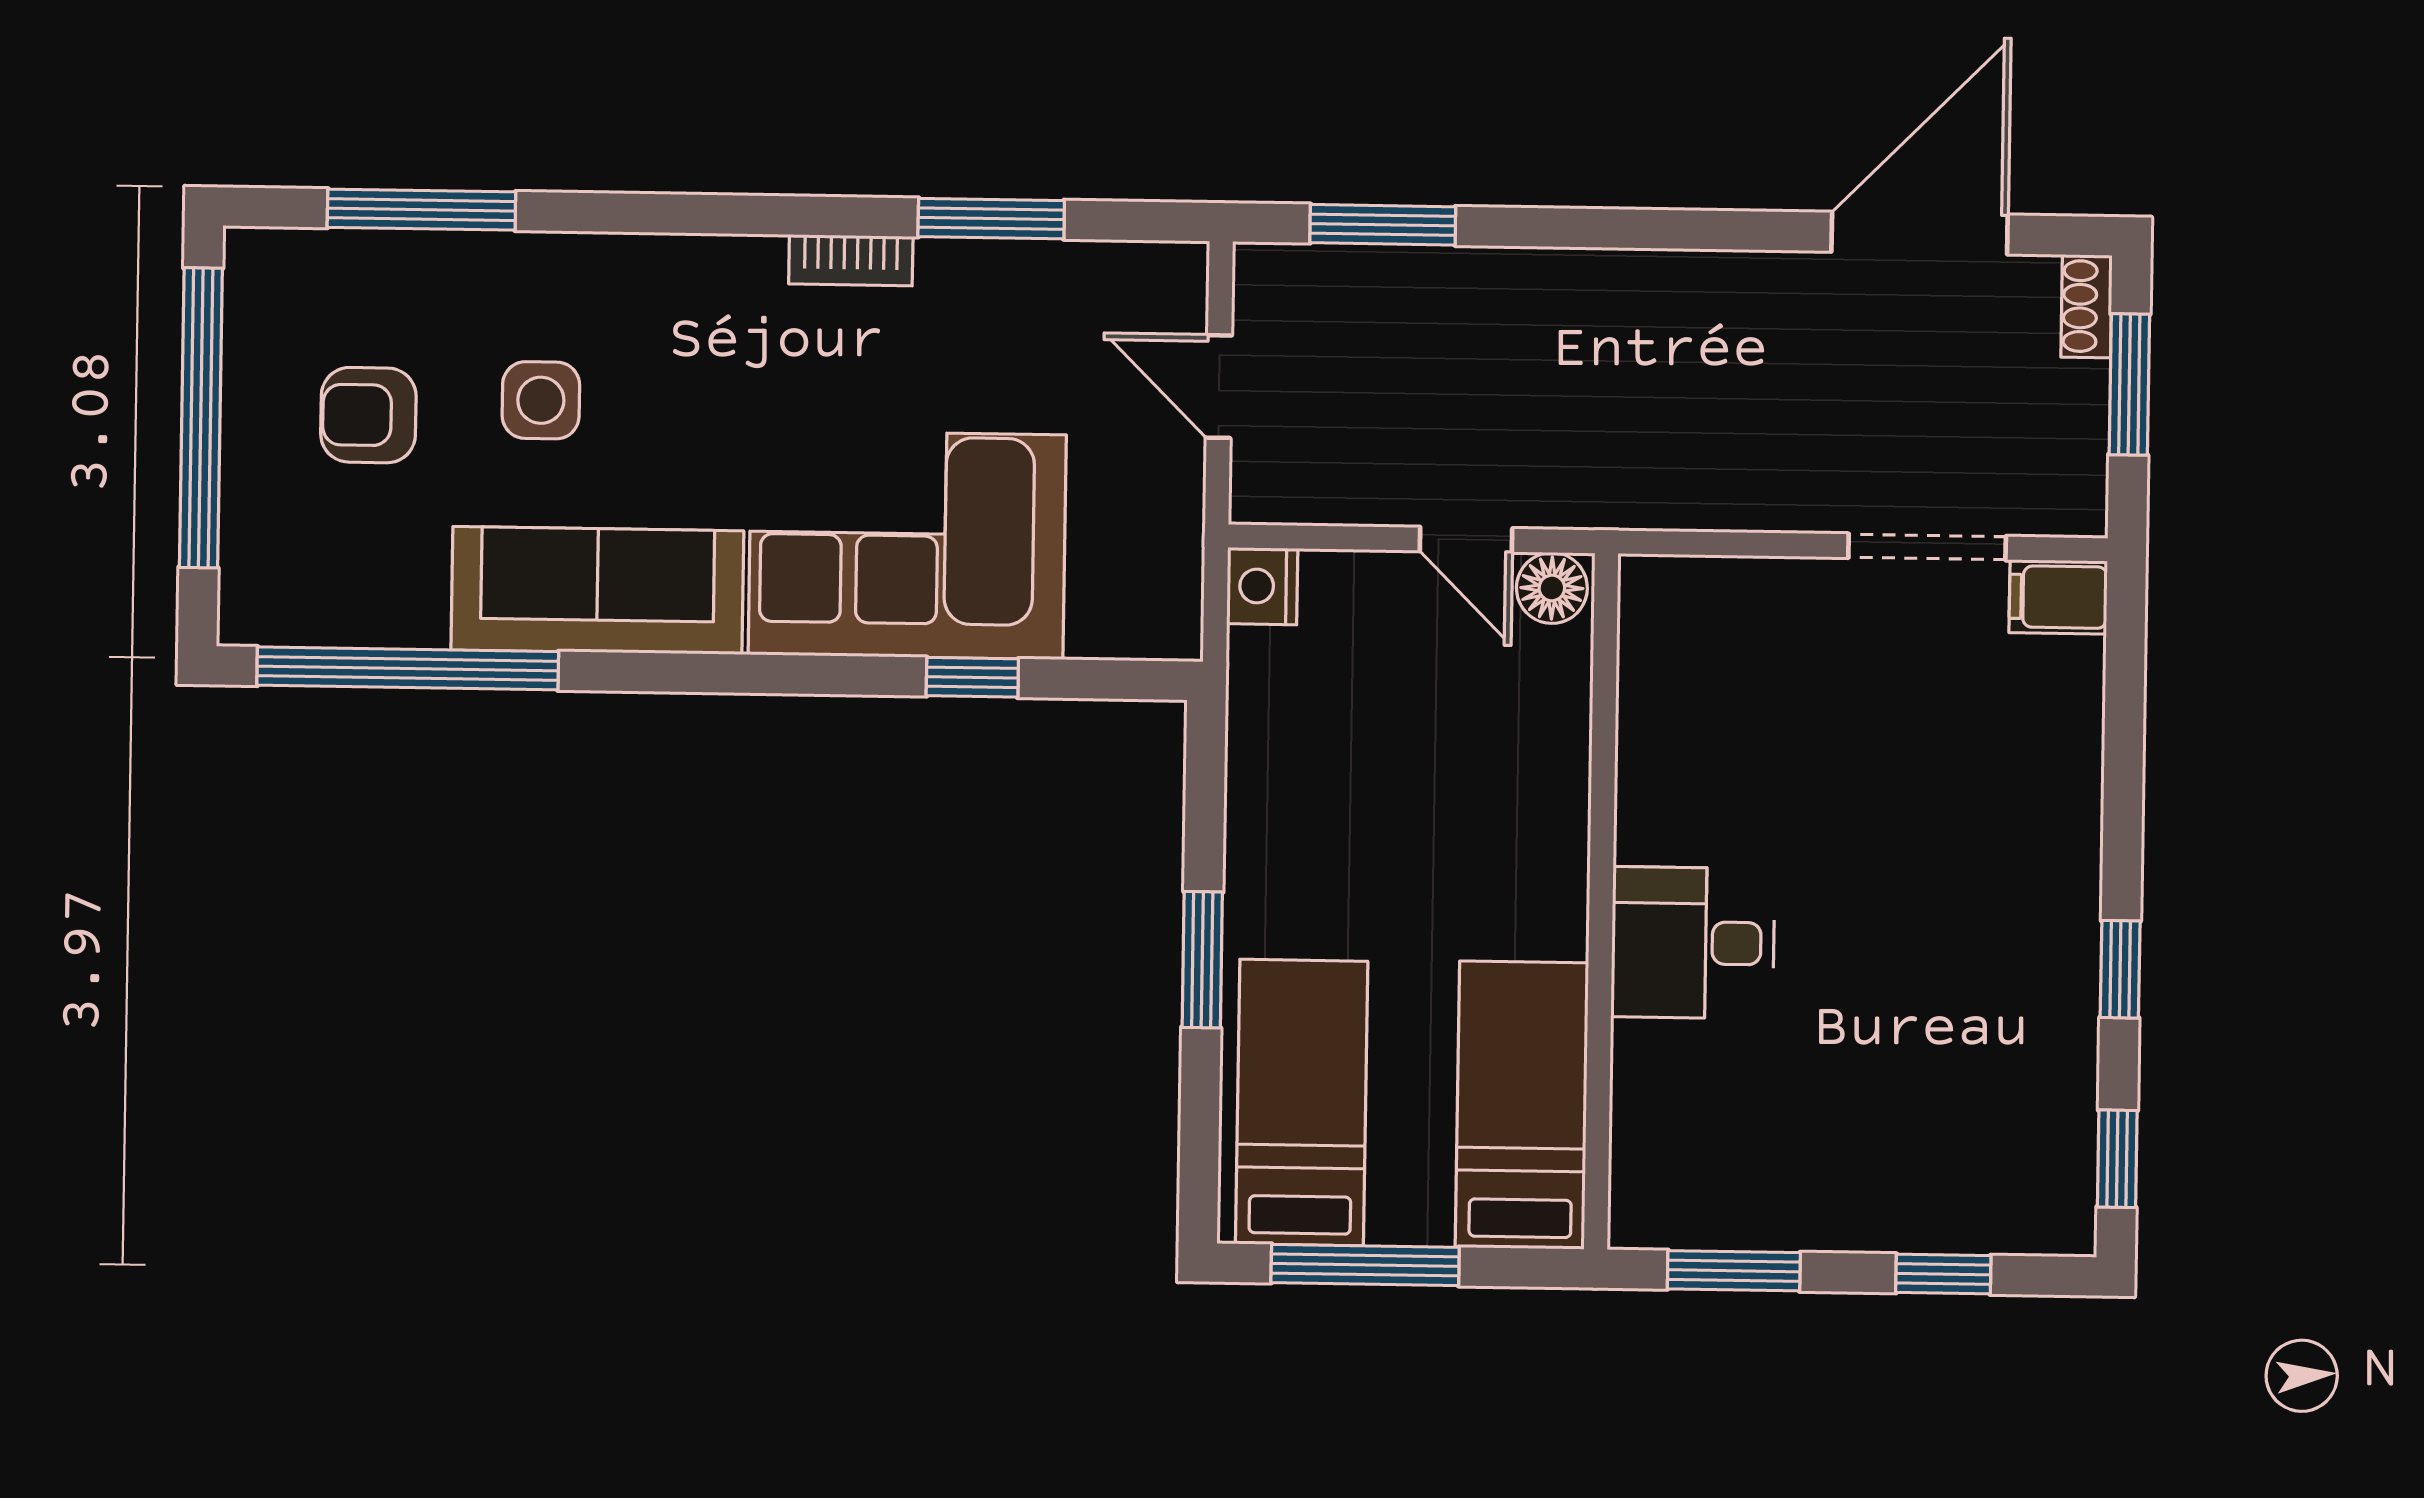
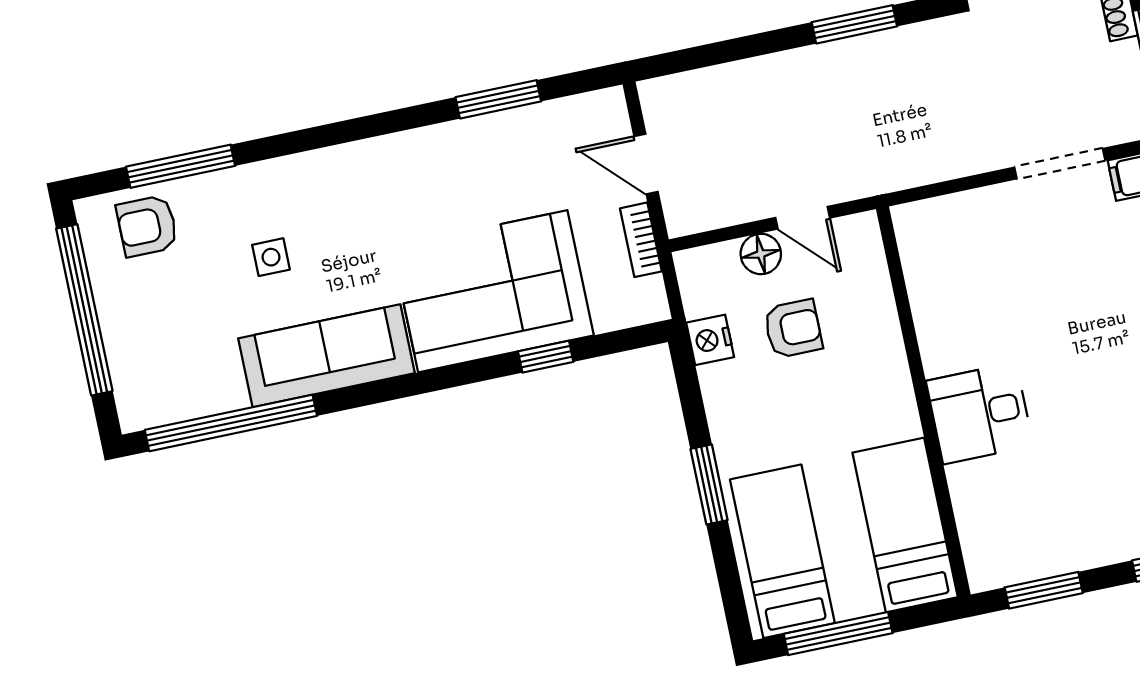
window: (1383, 225) -> (854, 24), moved
bookcase: (851, 260) -> (641, 240), moved, turned 90
side table: (541, 400) -> (271, 257), width x0.73, depth x0.73
armchair: (368, 415) -> (147, 226), moved
nightstand: (1262, 586) -> (710, 340), moved
floor lamp: (1552, 588) -> (761, 254), moved
armchair: (1407, 726) -> (793, 329), added

